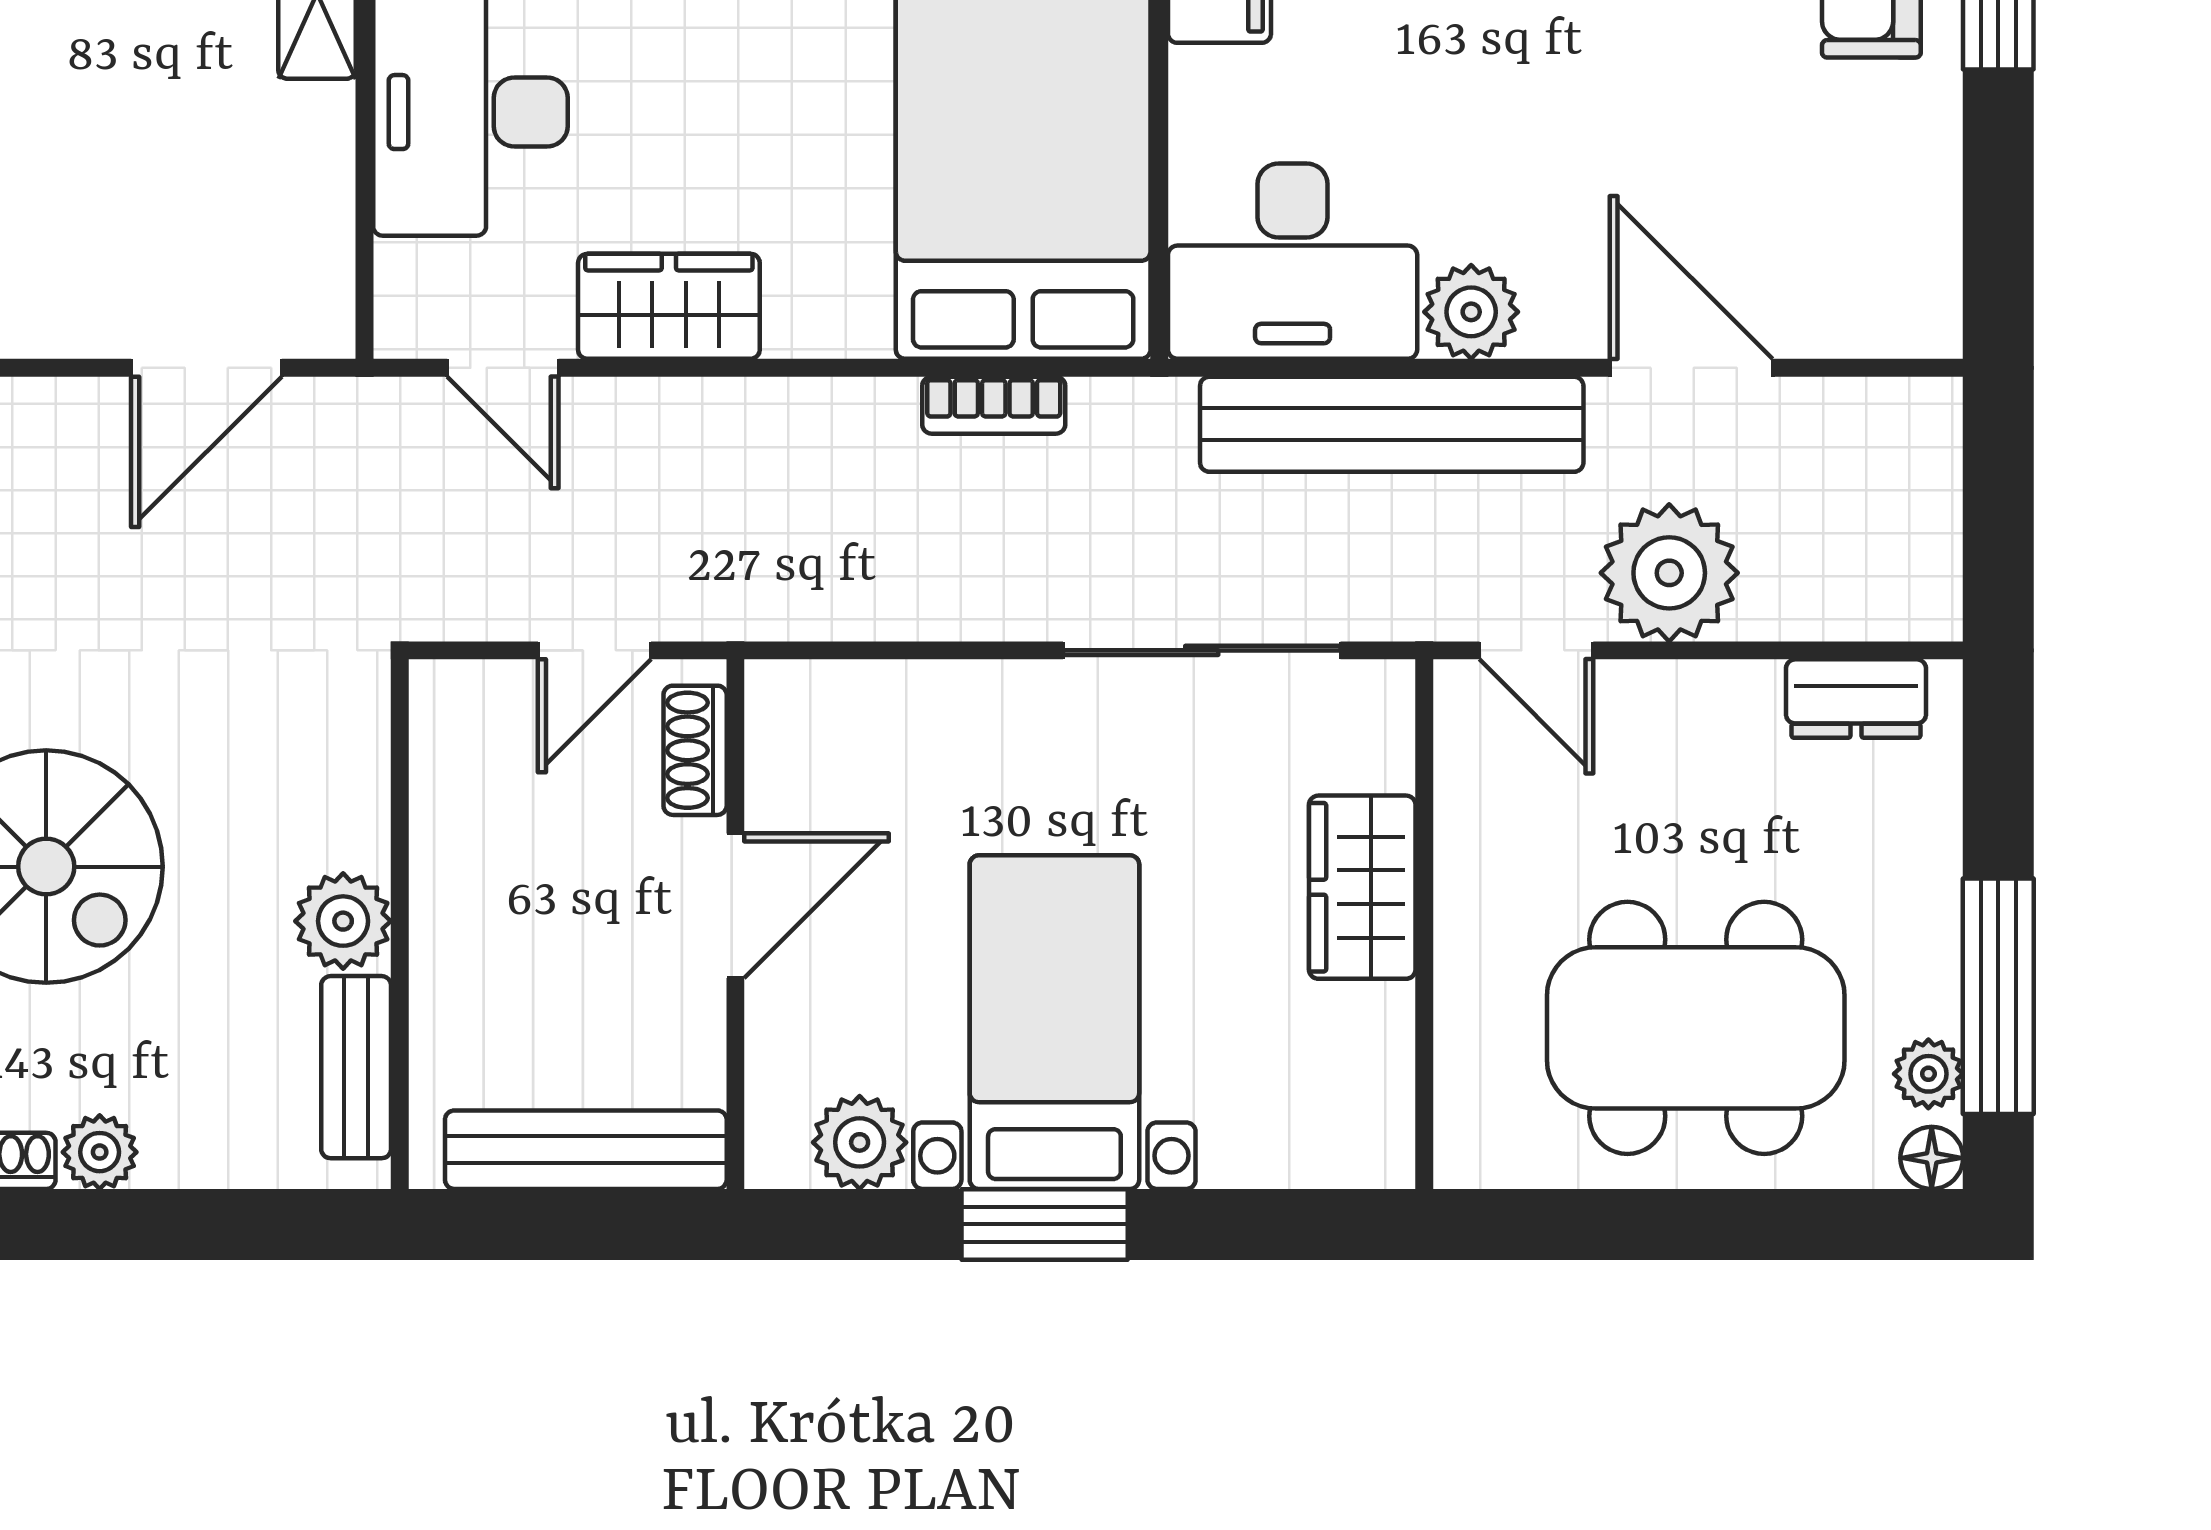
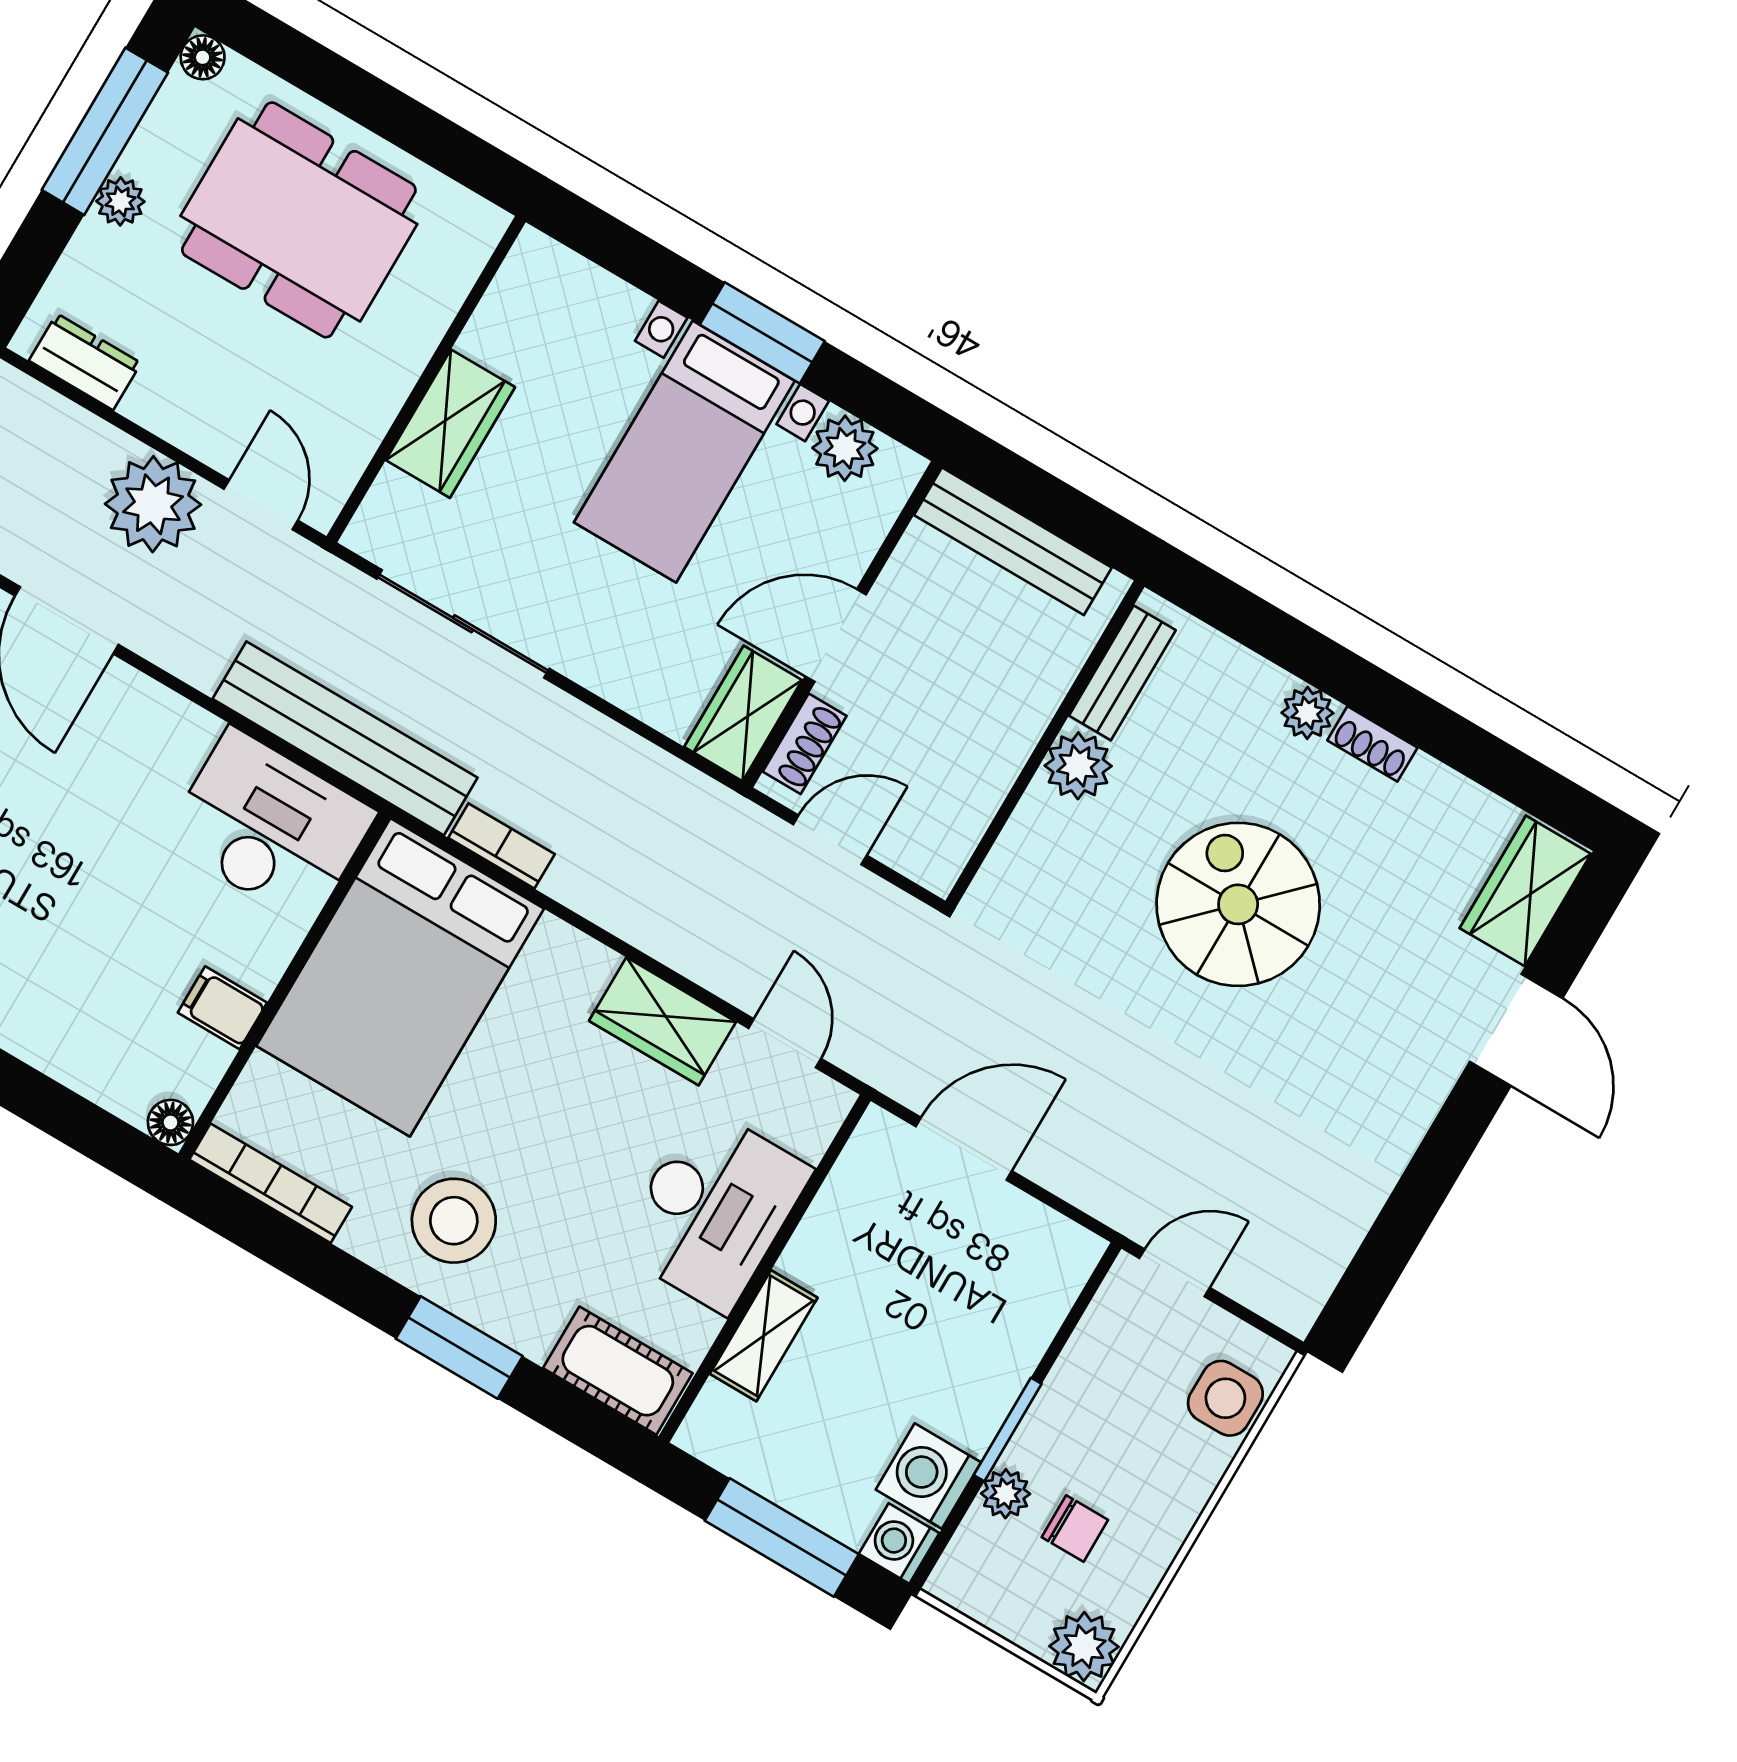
plant: (1471, 312) -> (180, 732), removed
bench: (1392, 424) -> (345, 738), moved
wardrobe: (793, 743) -> (743, 713), added
plant: (1928, 1074) -> (120, 201), moved

